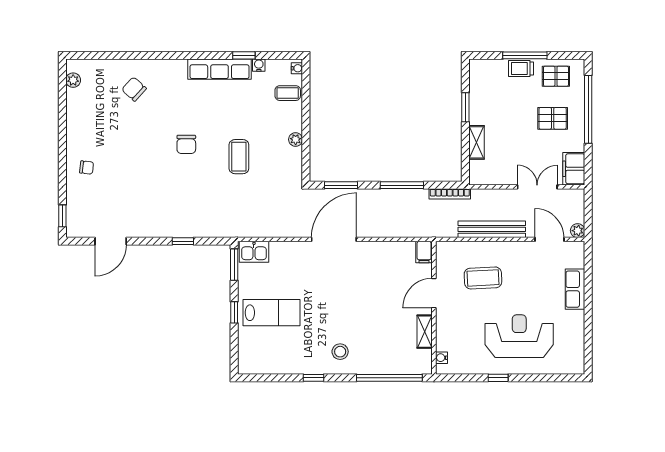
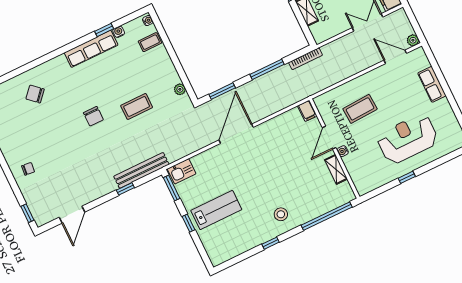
plant: (296, 139) -> (180, 89), moved
coffee table: (239, 157) -> (137, 106), turned 90
bench: (492, 229) -> (141, 170), moved
water cooler: (442, 358) -> (343, 151), moved

